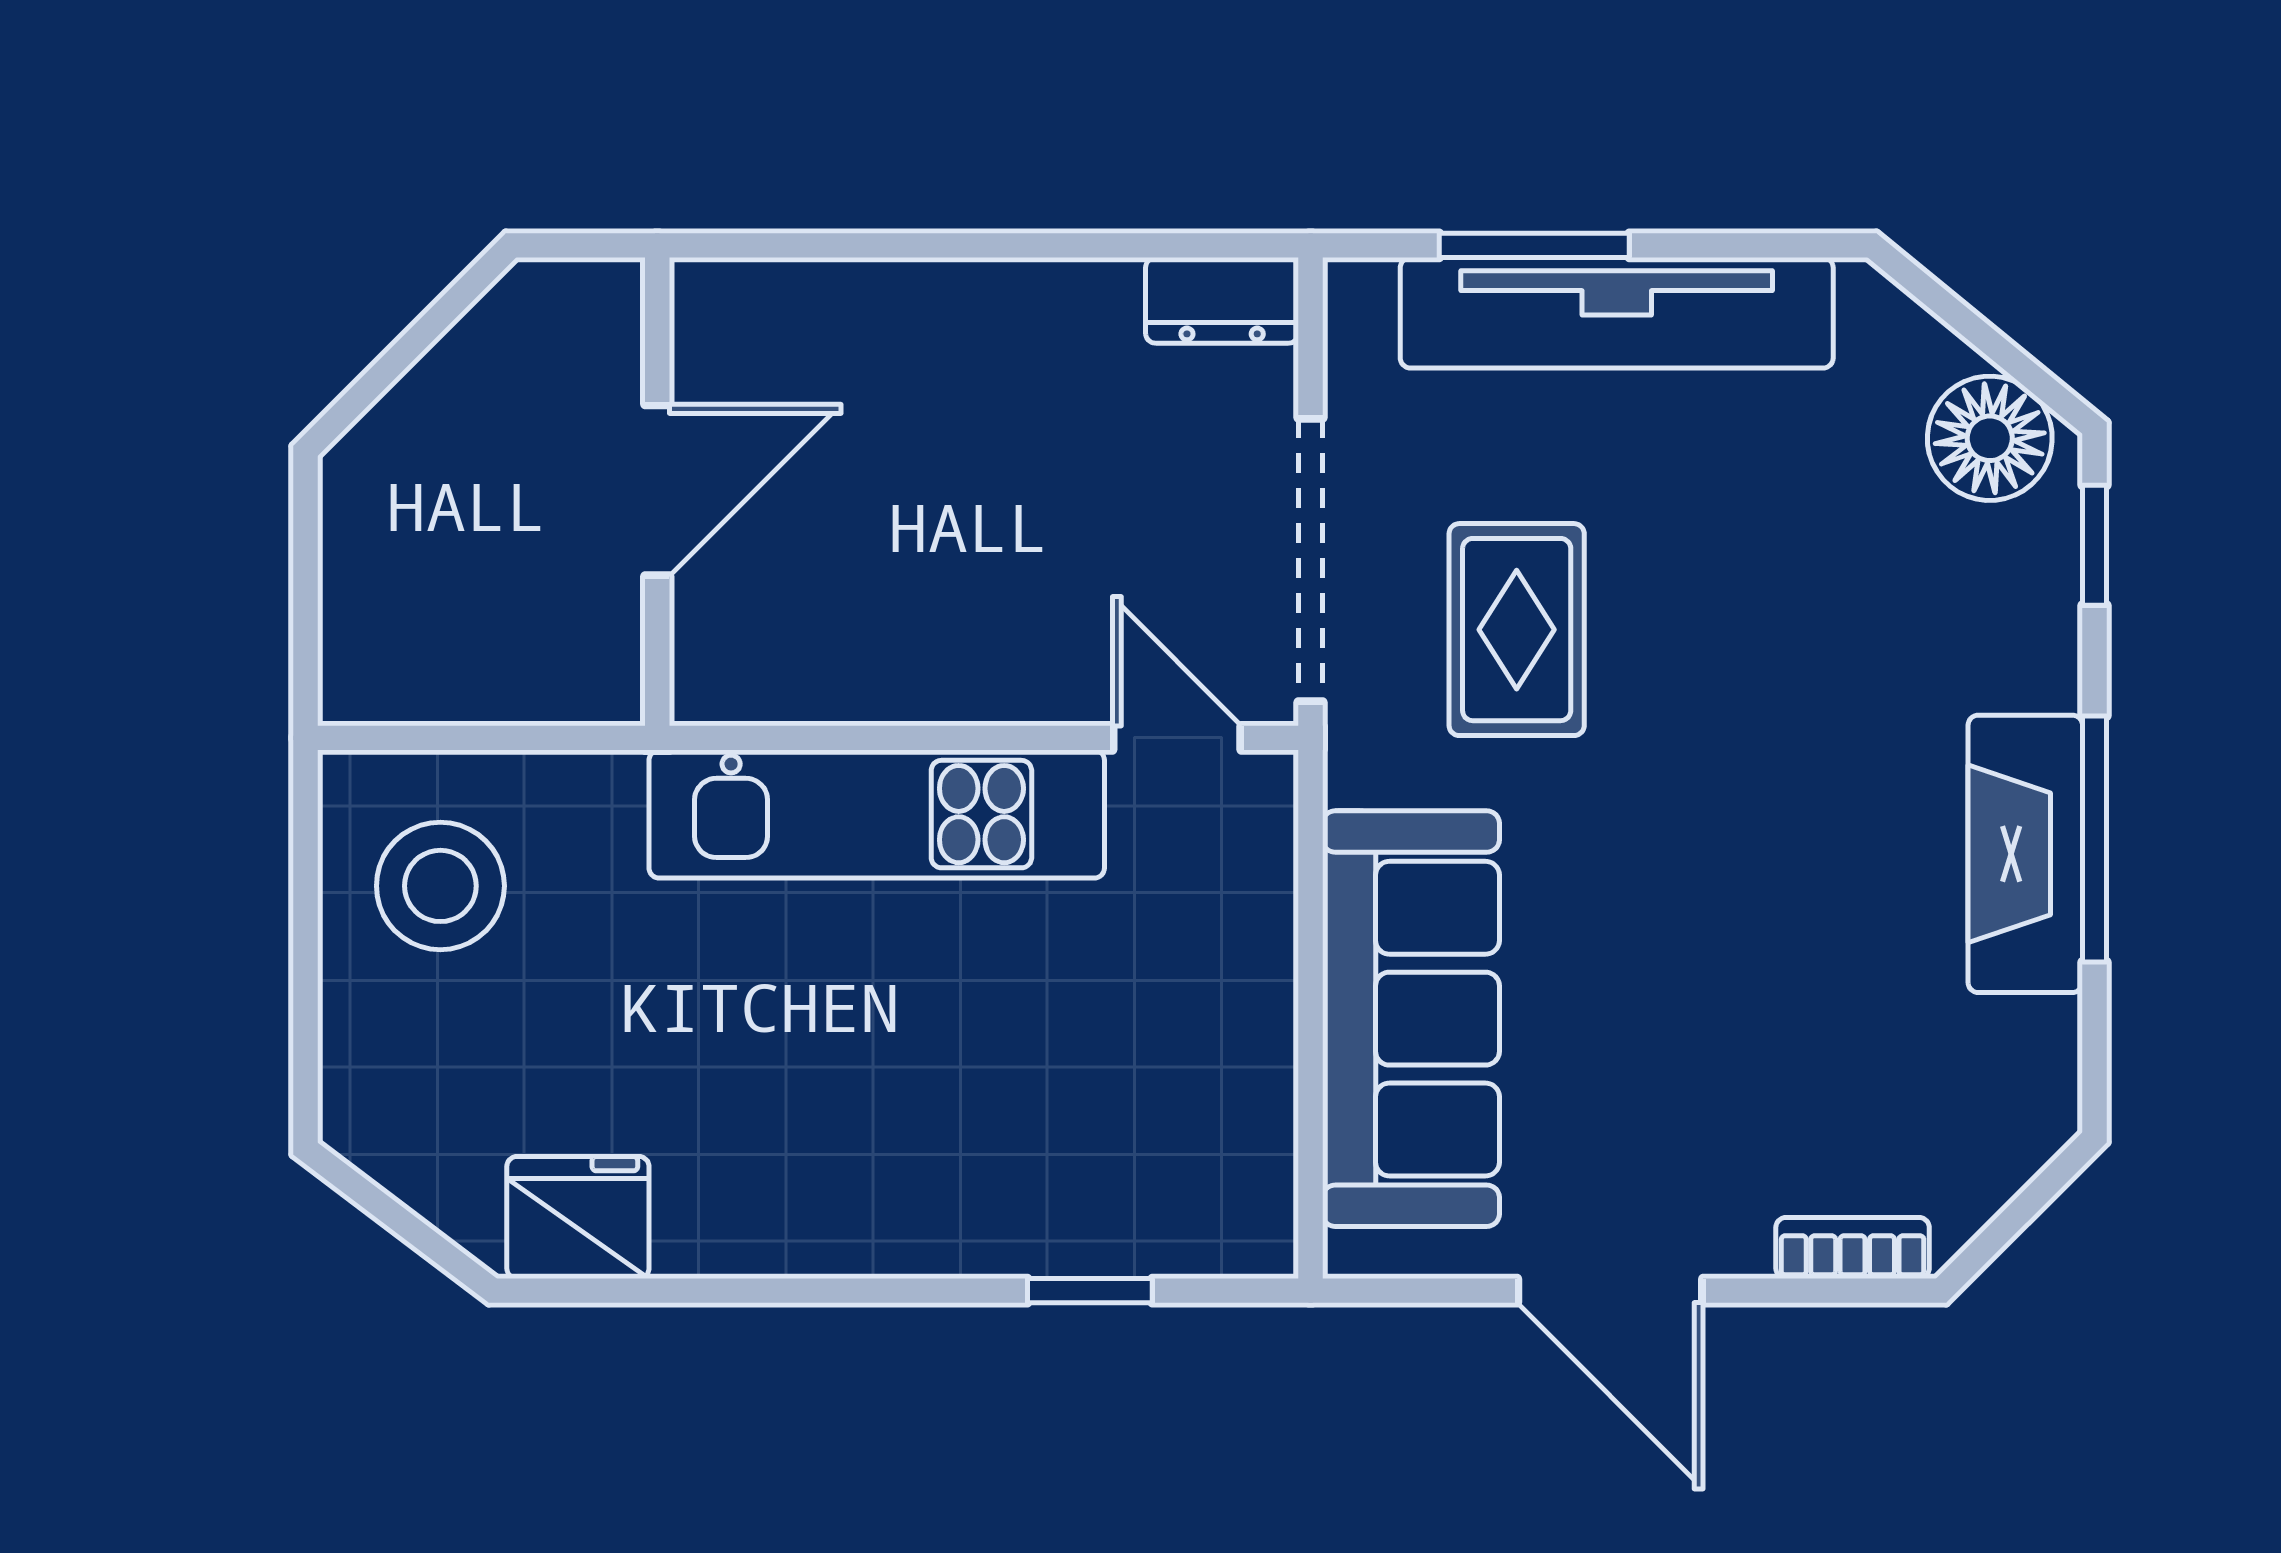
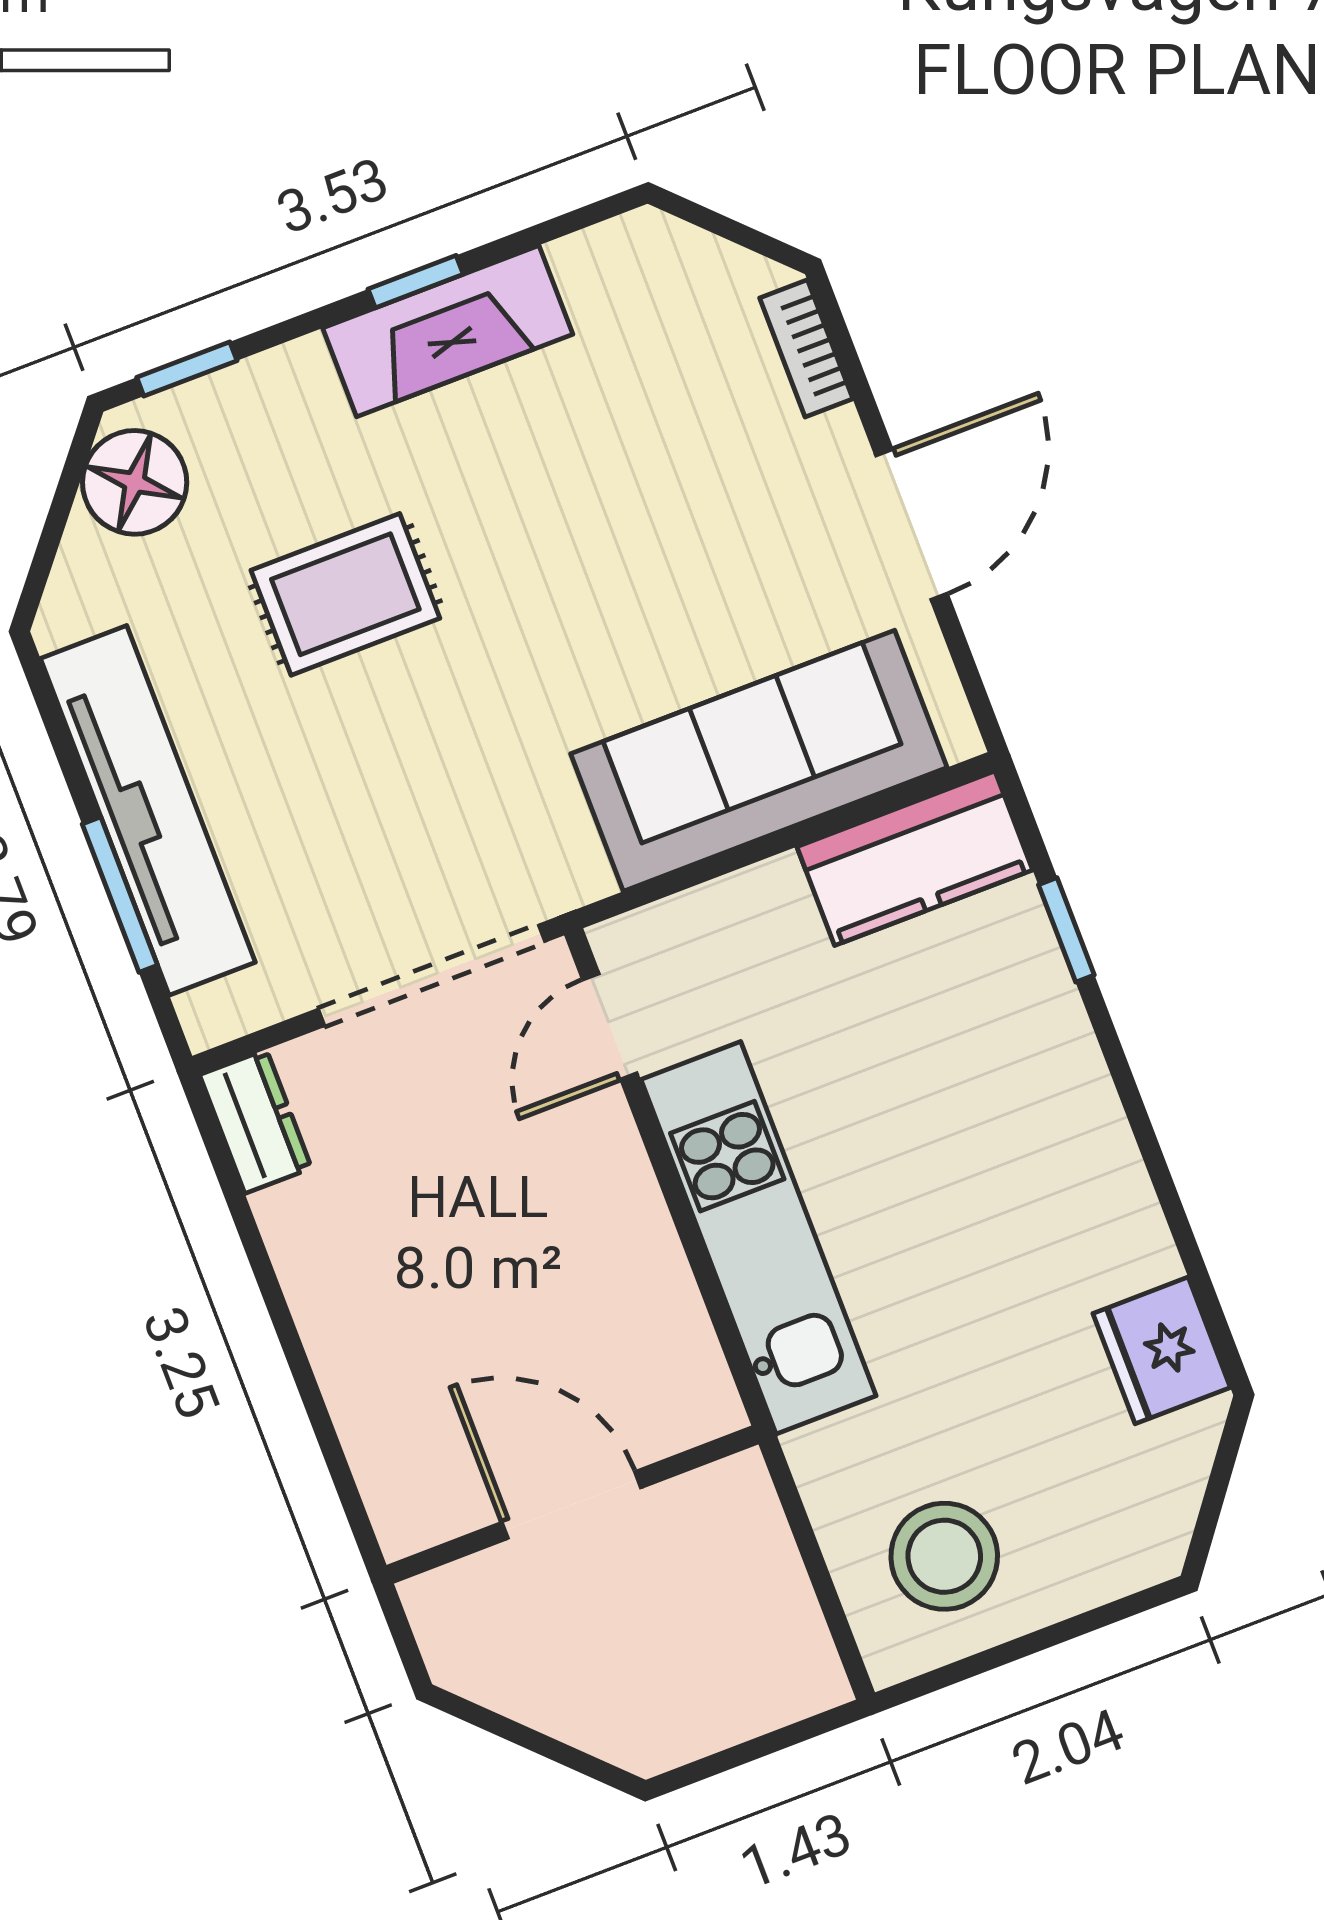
rug: (1517, 630) -> (345, 594), moved
window: (2094, 839) -> (416, 282), width x0.46
kitchen counter: (1235, 1151) -> (915, 858), added

